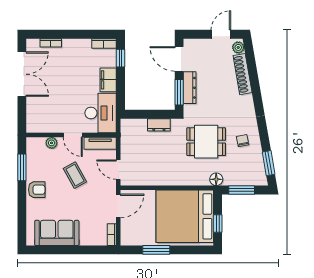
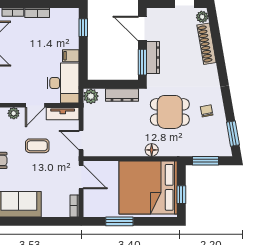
bookcase: (104, 43) -> (37, 13), moved
filing cabinet: (108, 80) -> (71, 56), width x0.50
dresser: (159, 125) -> (122, 95), width x1.44
plant: (128, 126) -> (91, 96), added
door: (73, 135) -> (35, 105), hinge flipped
coffee table: (75, 175) -> (37, 146), turned -61
floor lamp: (216, 179) -> (152, 150), moved
door: (118, 206) -> (81, 177), hinge flipped

